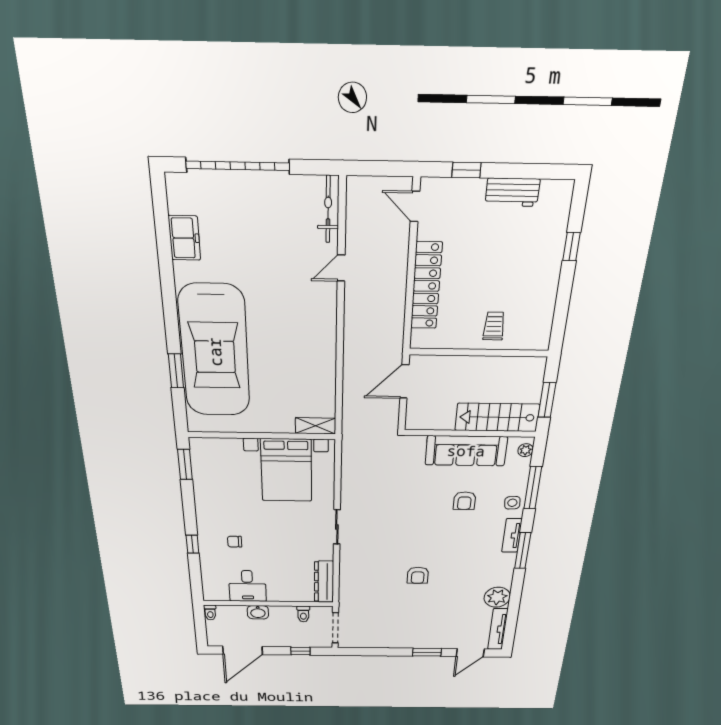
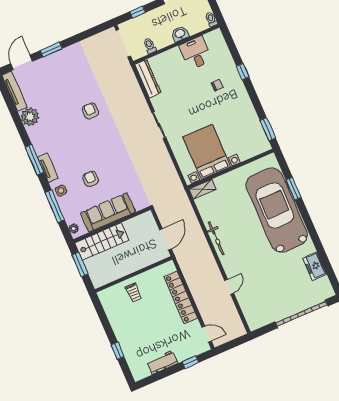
bicycle: (328, 209) -> (216, 238), moved

